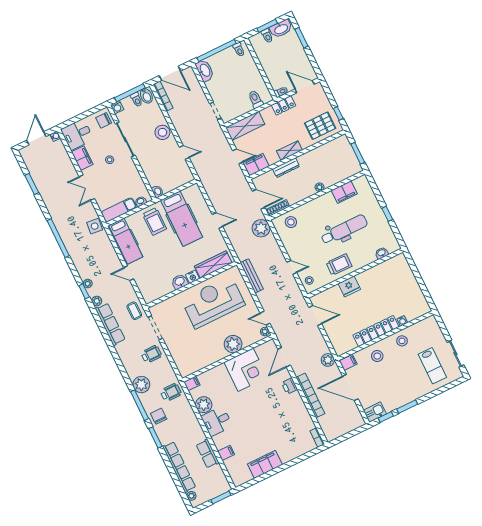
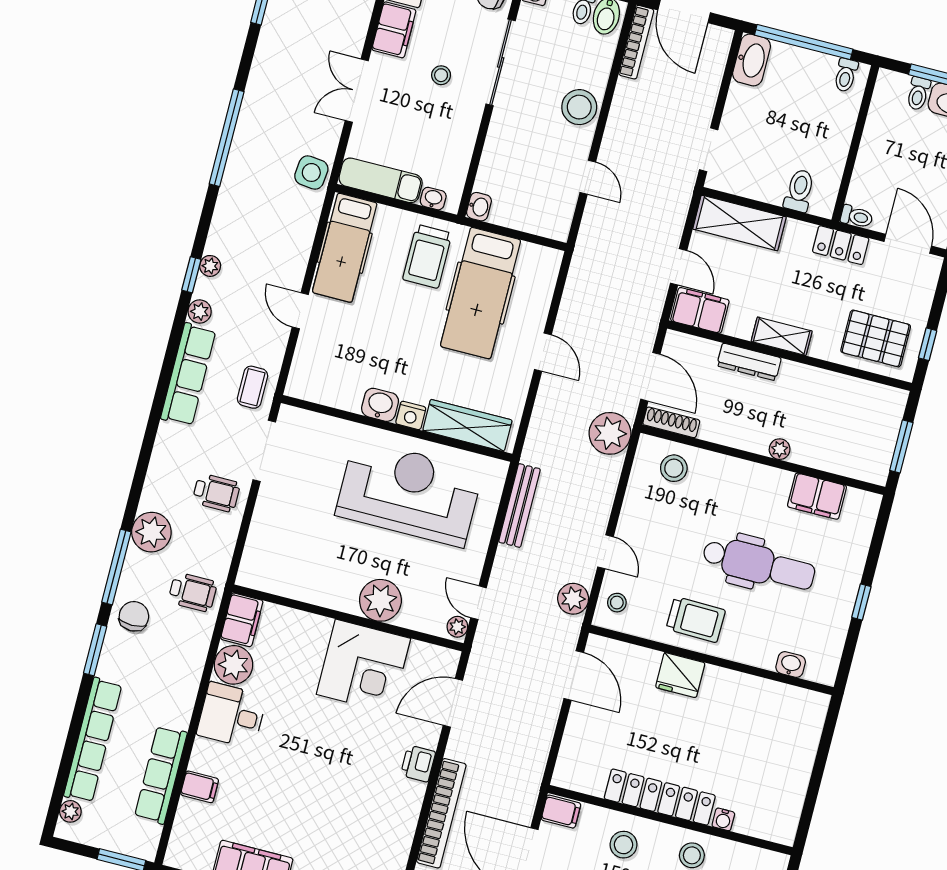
plant: (328, 360) -> (573, 599), moved
filing cabinet: (192, 383) -> (242, 620), width x2.00
row of seats: (208, 454) -> (161, 775), width x1.48

